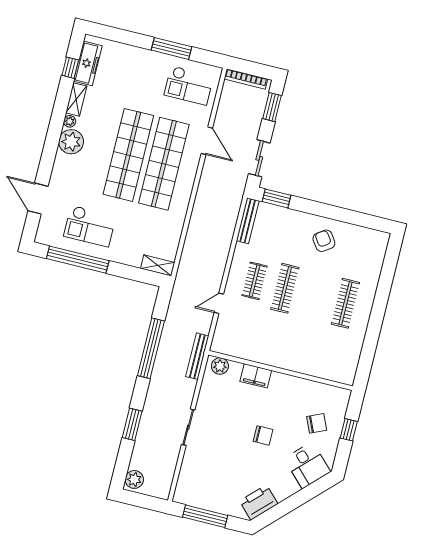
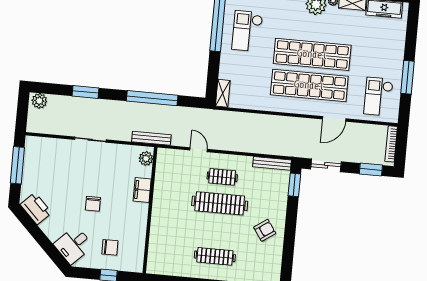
clothes rail: (285, 288) -> (220, 203), width x1.37, depth x1.31
chair: (317, 423) -> (110, 247), turned -66

